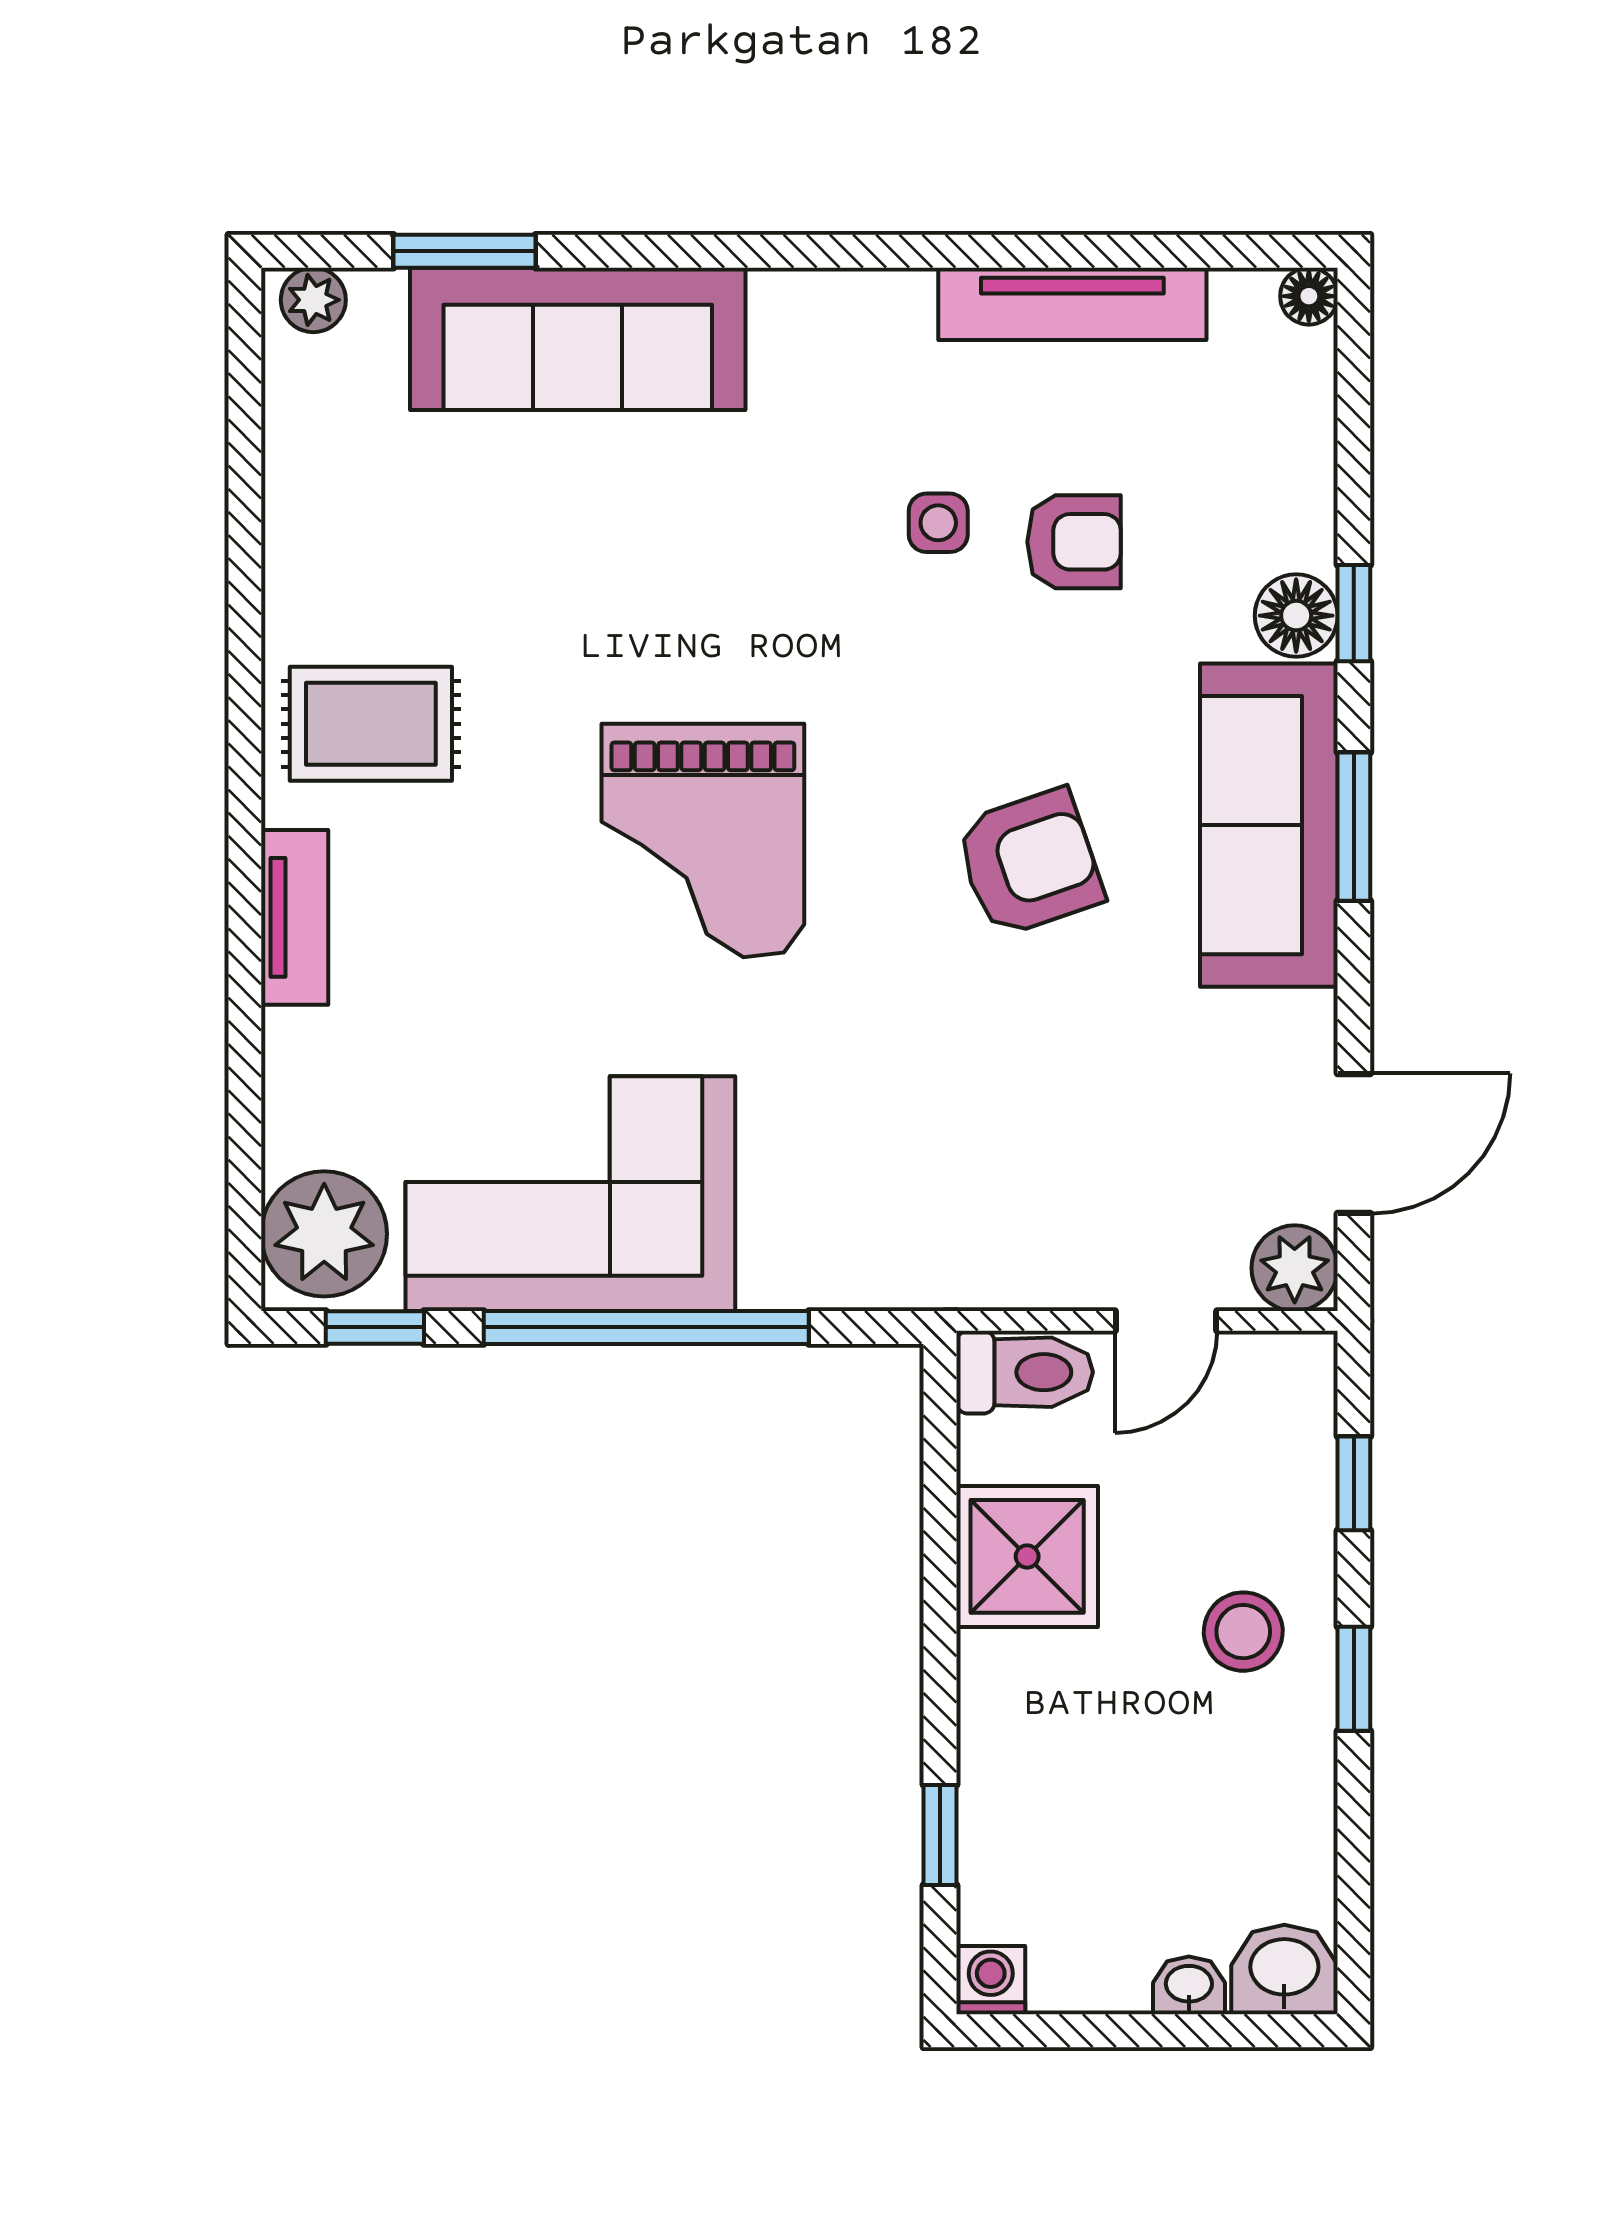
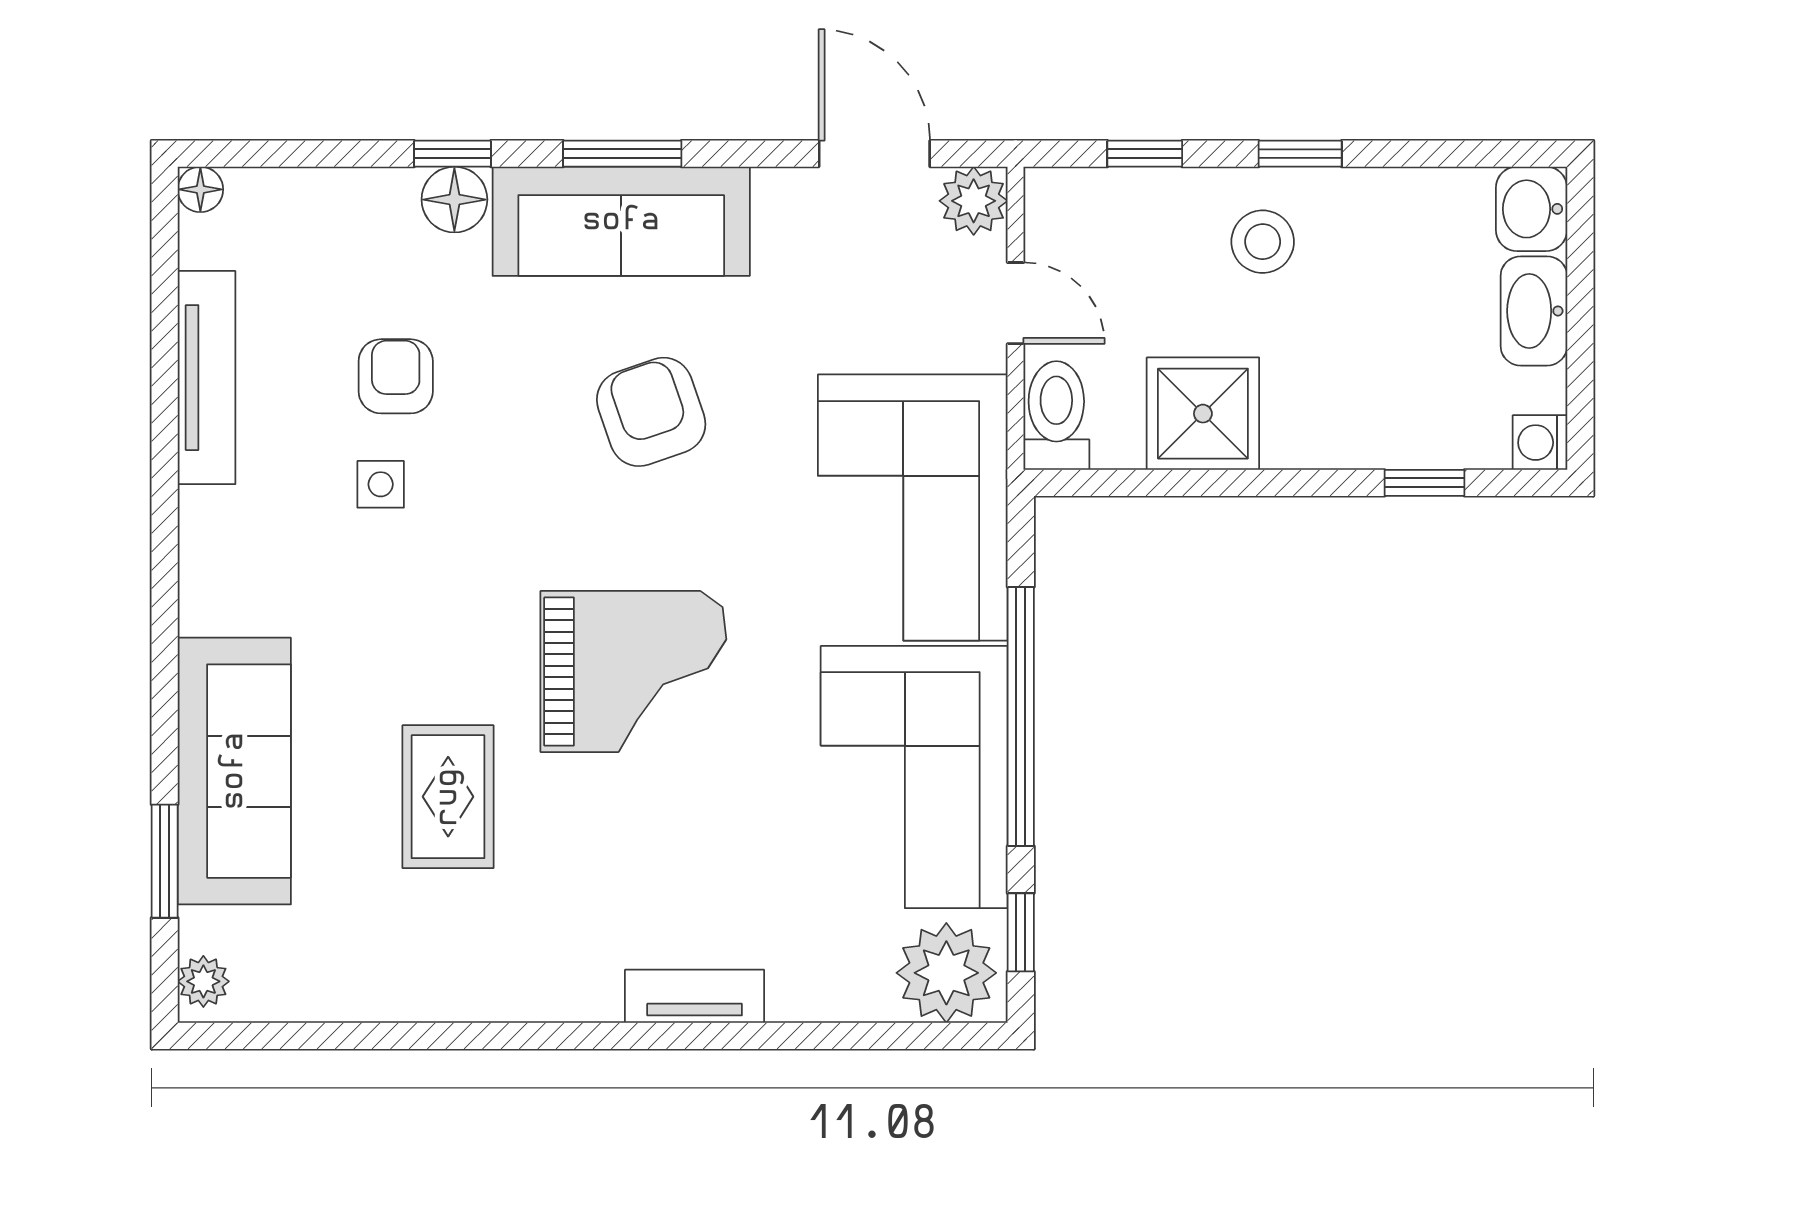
rug: (371, 724) -> (448, 797), moved
corner sofa: (909, 1192) -> (913, 508), added
washbasin: (1189, 1985) -> (1534, 311), width x1.91, depth x1.45

